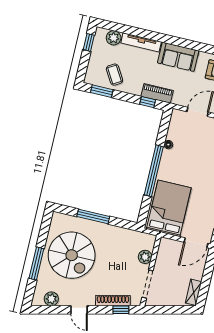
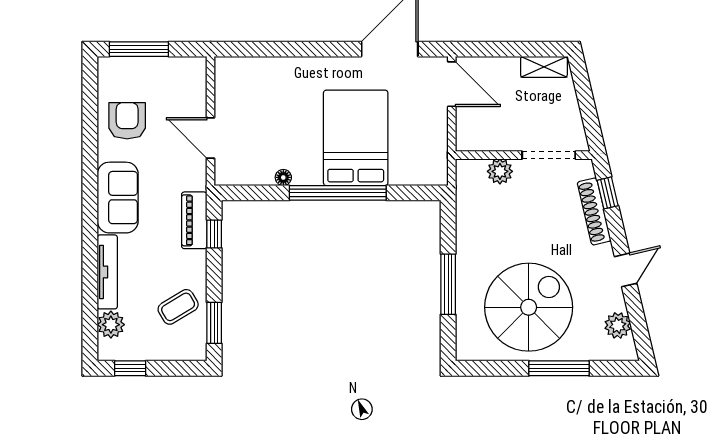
bed: (169, 208) -> (356, 138), moved, turned 90

